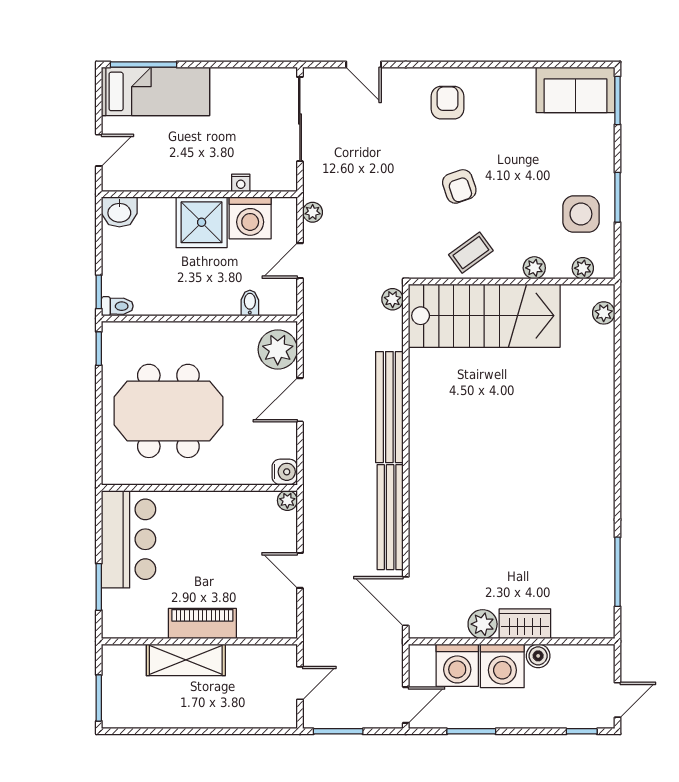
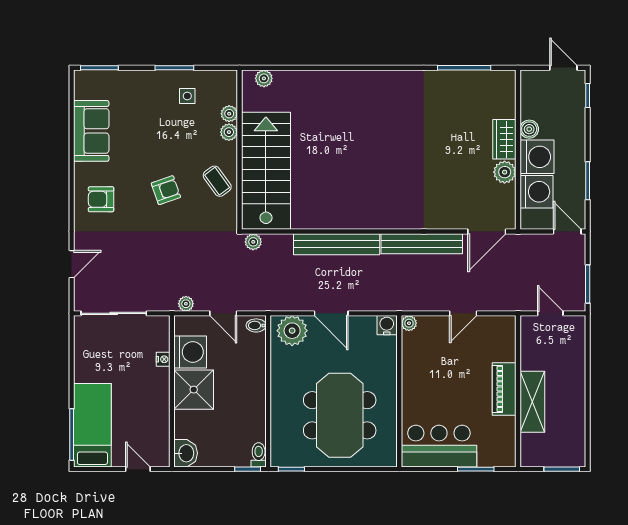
sofa: (575, 90) -> (91, 131), moved
side table: (581, 214) -> (187, 96), width x0.54, depth x0.54
plant: (583, 268) -> (229, 114), moved
bidet: (250, 303) -> (256, 325), moved

